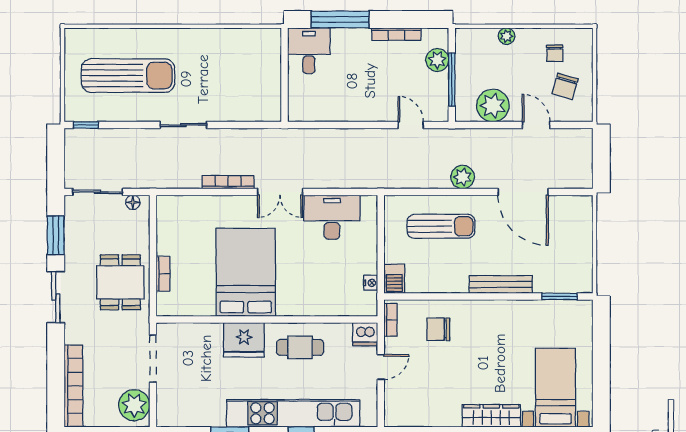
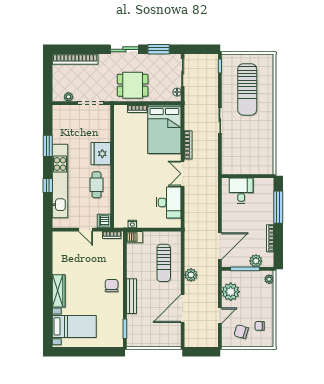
plant: (507, 36) -> (269, 279), moved
desk: (309, 51) -> (241, 191), moved, turned -90
door: (411, 125) -> (220, 246), width x1.87
bed: (246, 272) -> (164, 129), moved, turned 90
chair: (438, 329) -> (112, 286), moved
plant: (134, 405) -> (68, 97), width x0.53, depth x0.53

